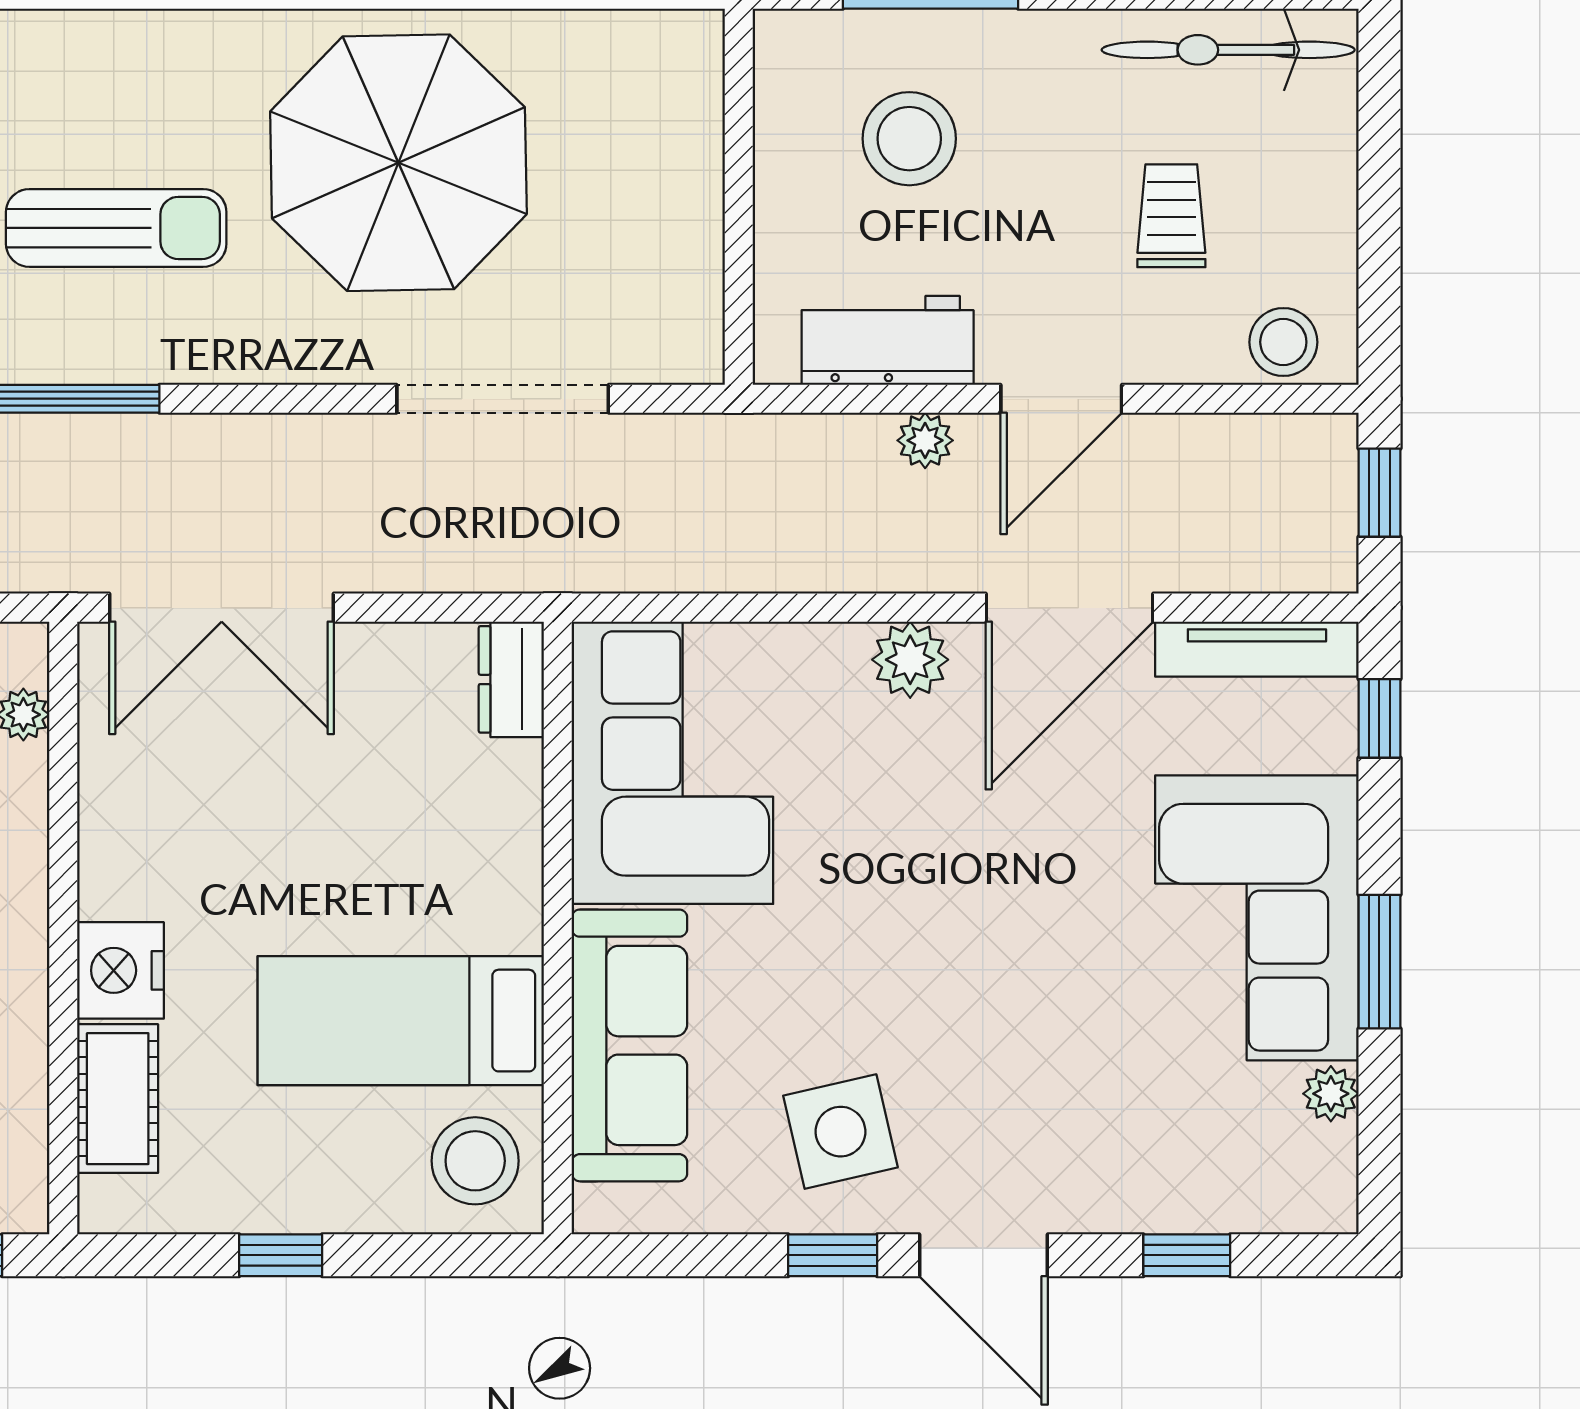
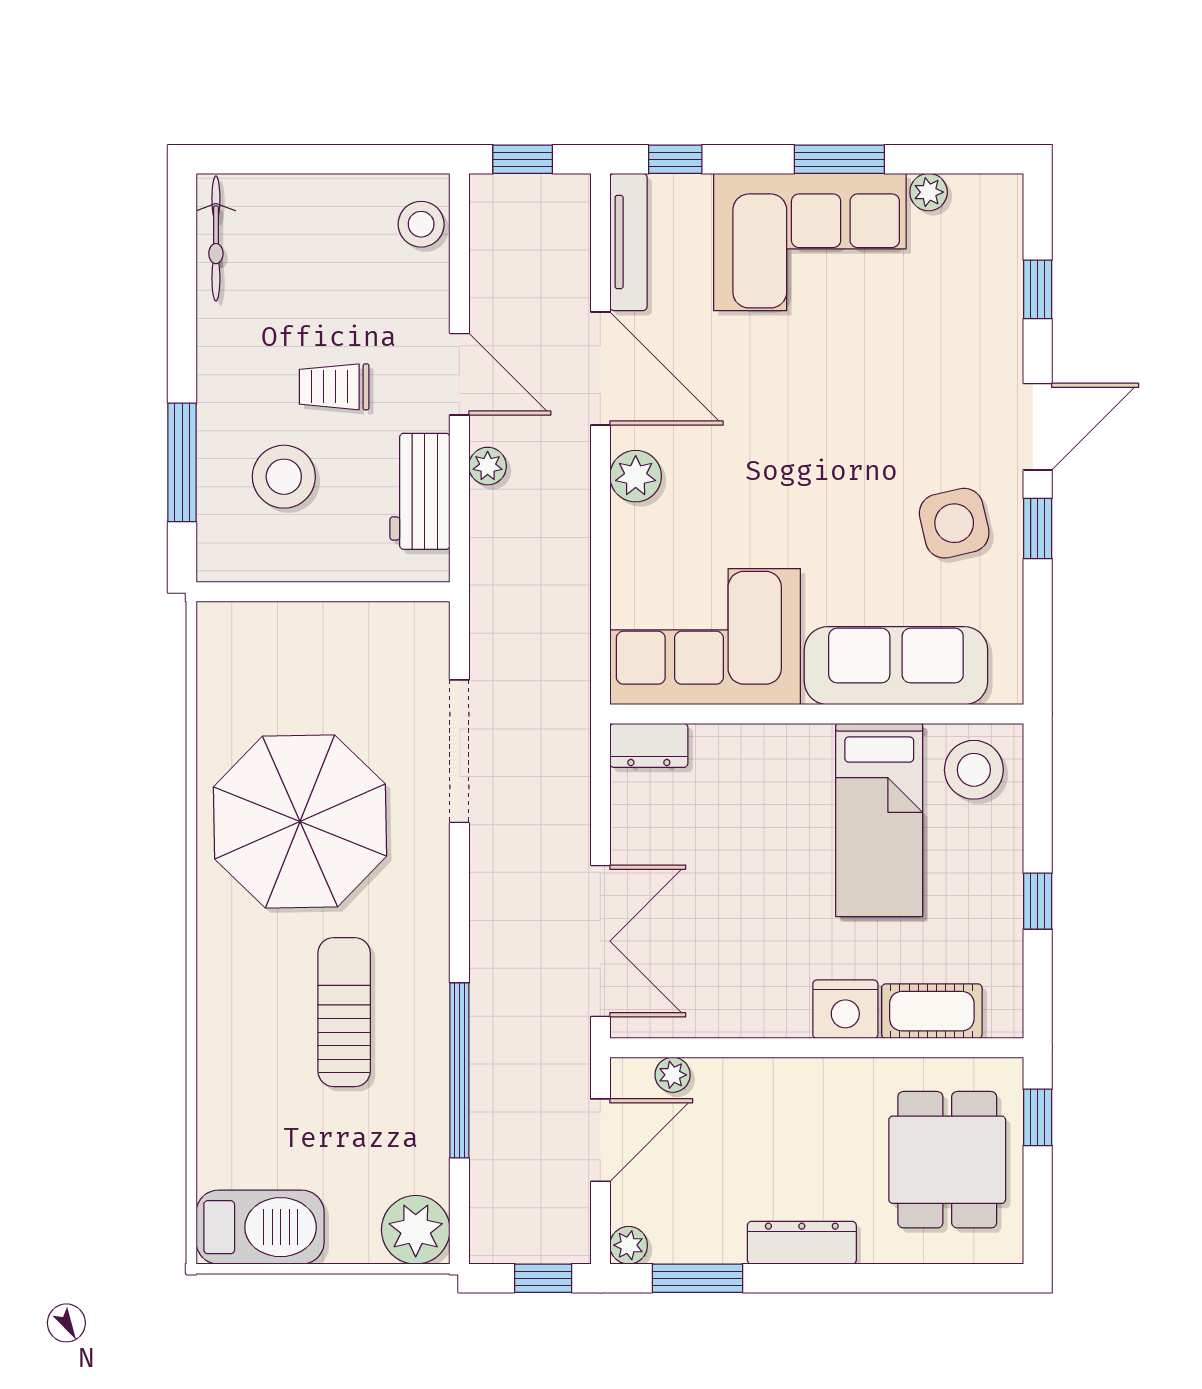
bicycle: (1228, 50) -> (216, 238), width x0.73, depth x0.71
trolley: (1171, 216) -> (334, 387), moved

